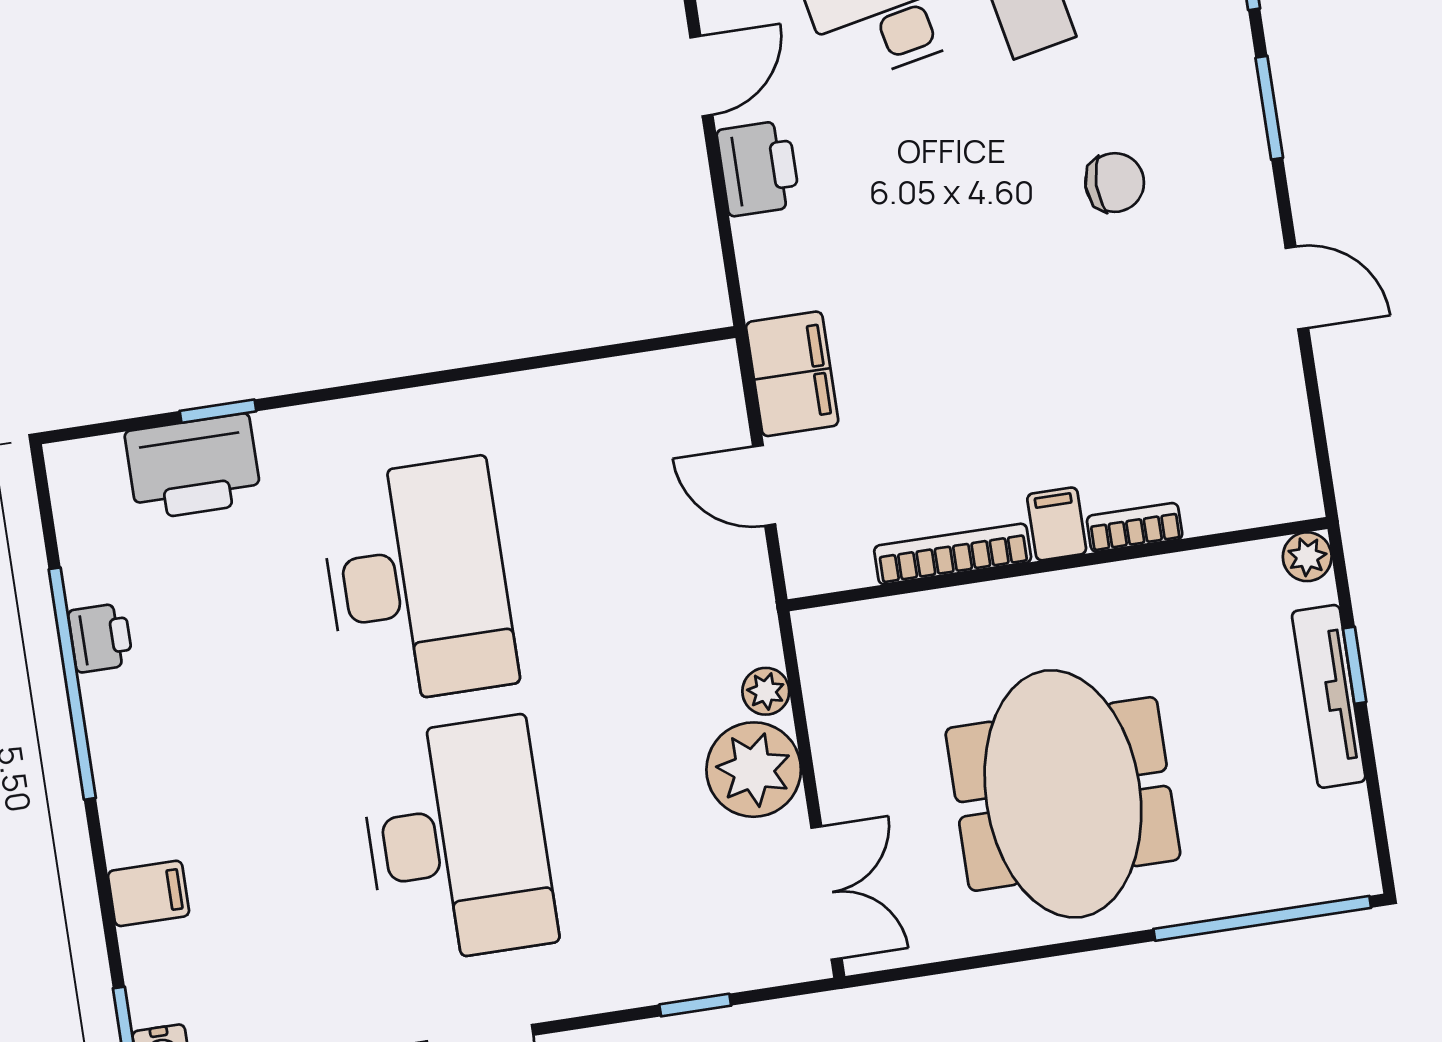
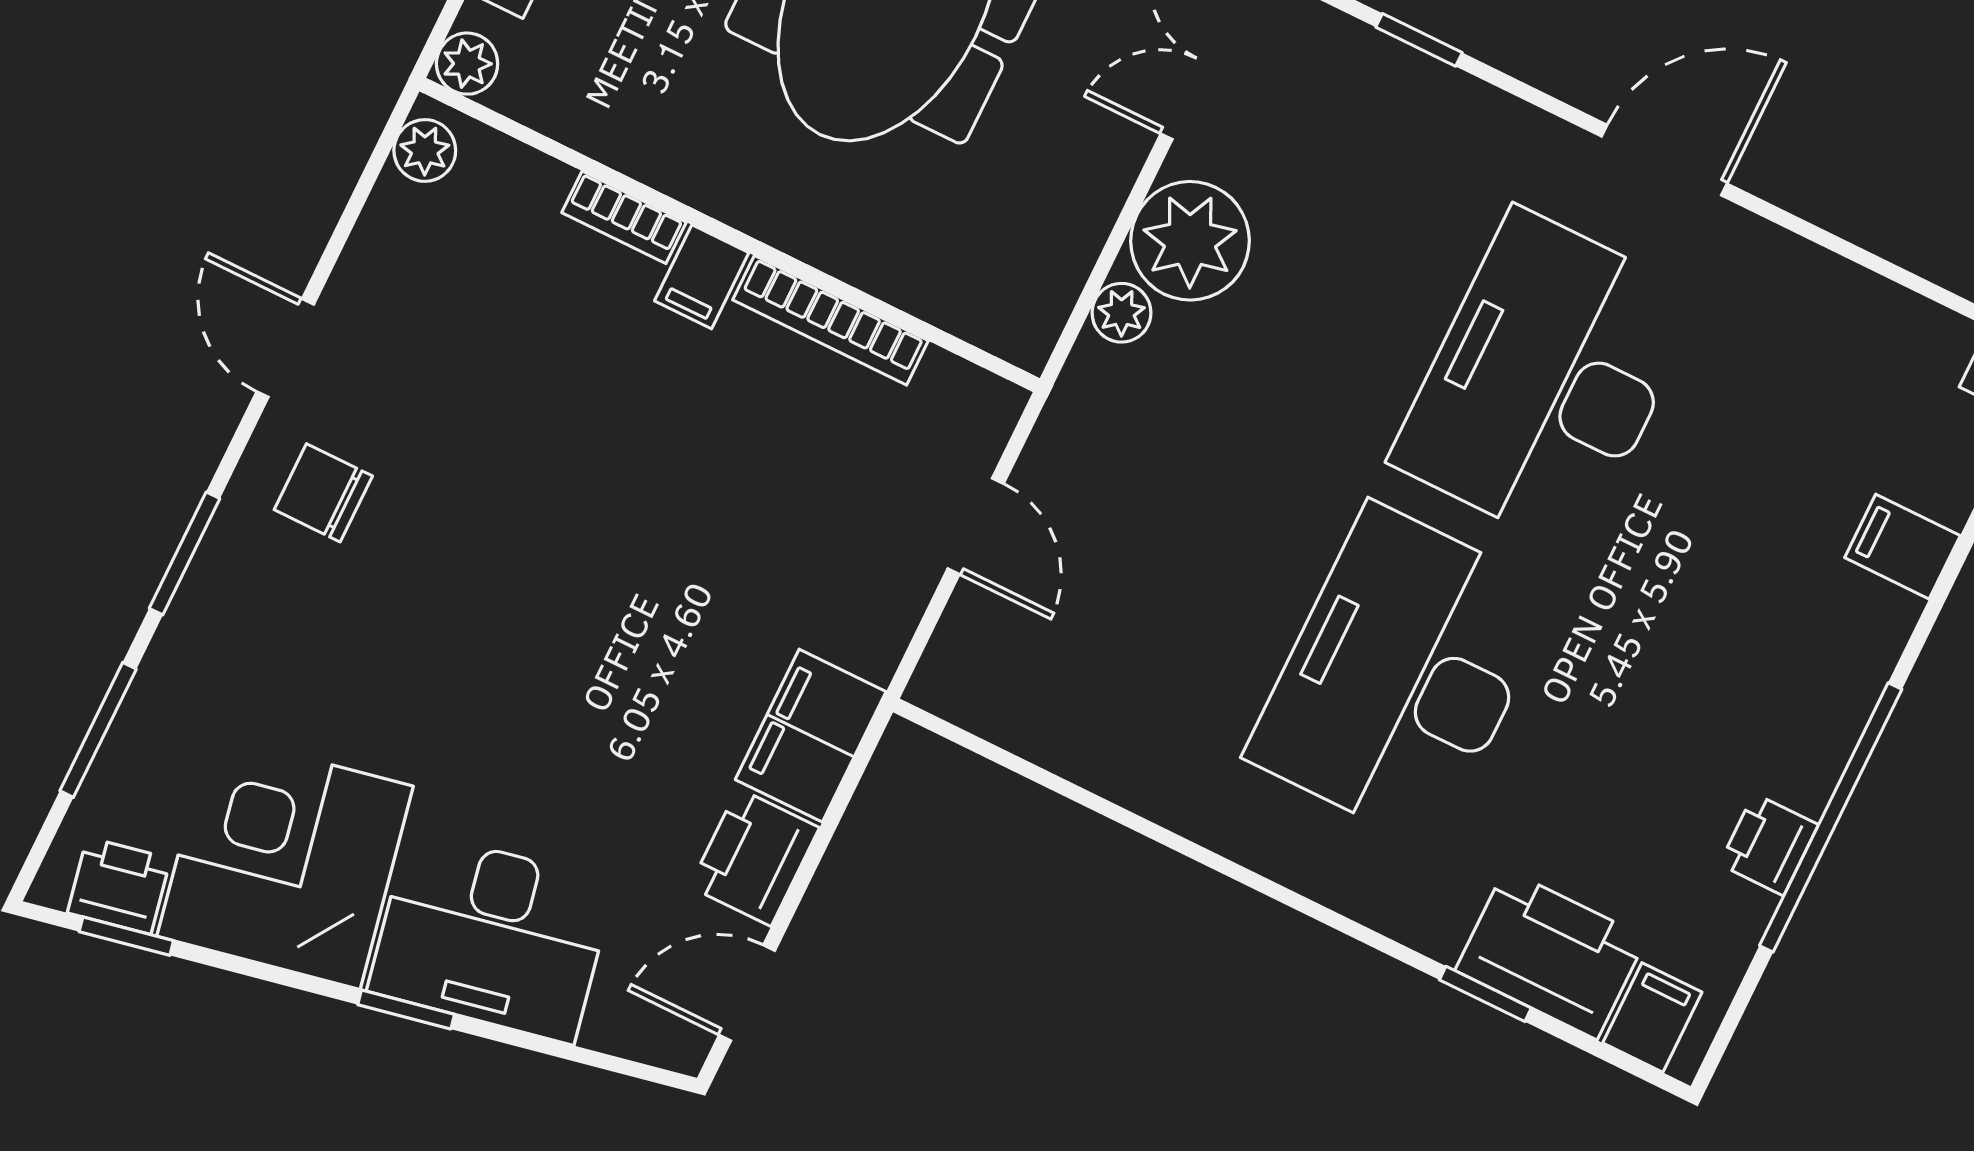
chair: (1115, 183) -> (323, 493), moved
filing cabinet: (792, 374) -> (811, 736), moved
filing cabinet: (98, 472) -> (1652, 1017), added
plant: (1295, 481) -> (425, 150), added

